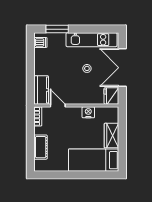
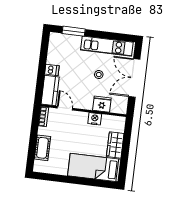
dishwasher: (40, 42) -> (52, 70), moved
fridge: (111, 96) -> (102, 104), moved, turned 90

